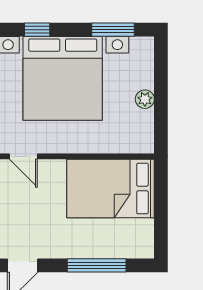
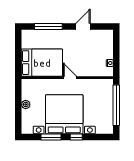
window: (113, 30) -> (51, 137), moved
door: (23, 156) -> (70, 78), moved

